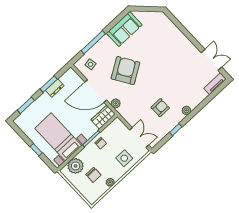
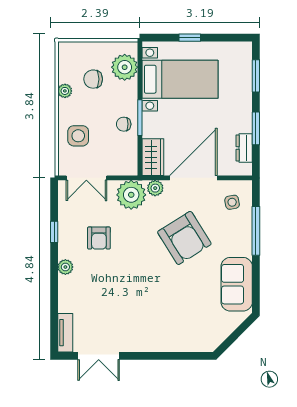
dresser: (55, 88) -> (244, 148), moved
plant: (128, 111) -> (131, 195), added

